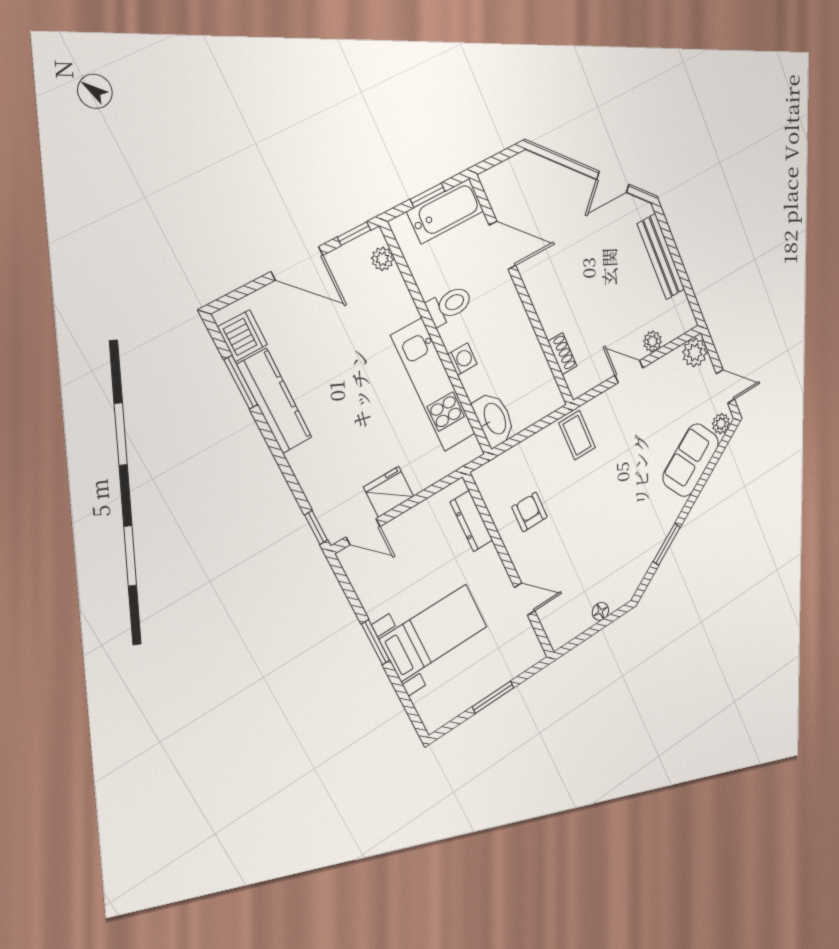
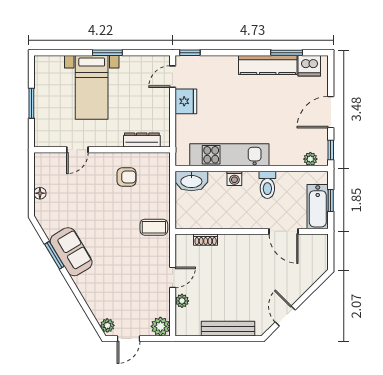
door: (503, 245) -> (284, 231), hinge flipped
sofa: (691, 460) -> (71, 252), moved

